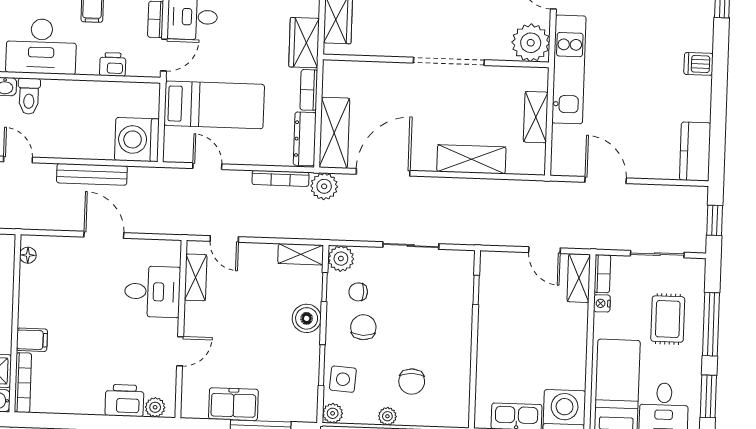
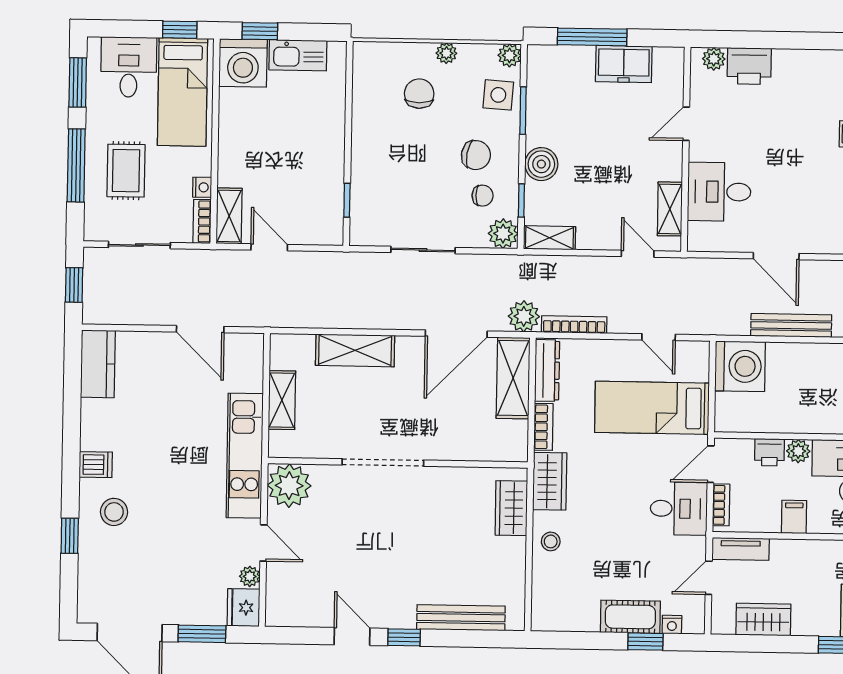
stool: (683, 22) -> (114, 512), added
plant: (88, 65) -> (798, 451), added
chair: (363, 327) -> (476, 155), turned -80

